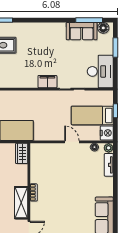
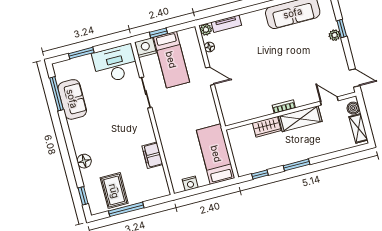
floor lamp: (103, 28) -> (84, 161), moved
filing cabinet: (47, 82) -> (152, 155), moved
nightstand: (107, 133) -> (146, 48), moved
door: (72, 142) -> (210, 76), swing flipped
wardrobe: (22, 153) -> (267, 127), moved

